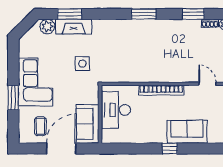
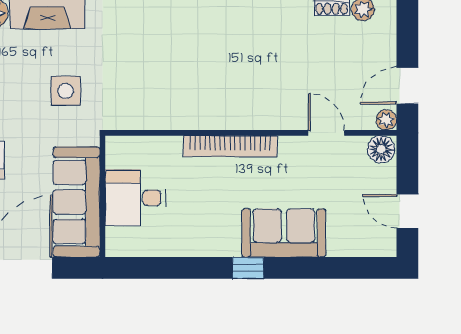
desk: (116, 110) -> (136, 198), width x0.73
sofa: (87, 124) -> (76, 202), width x1.36

